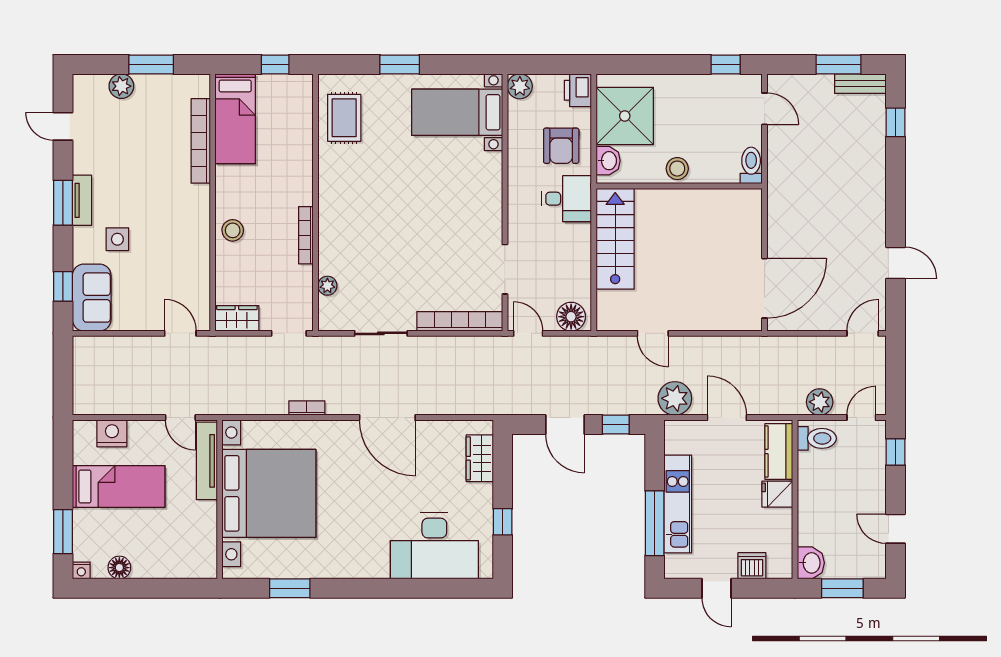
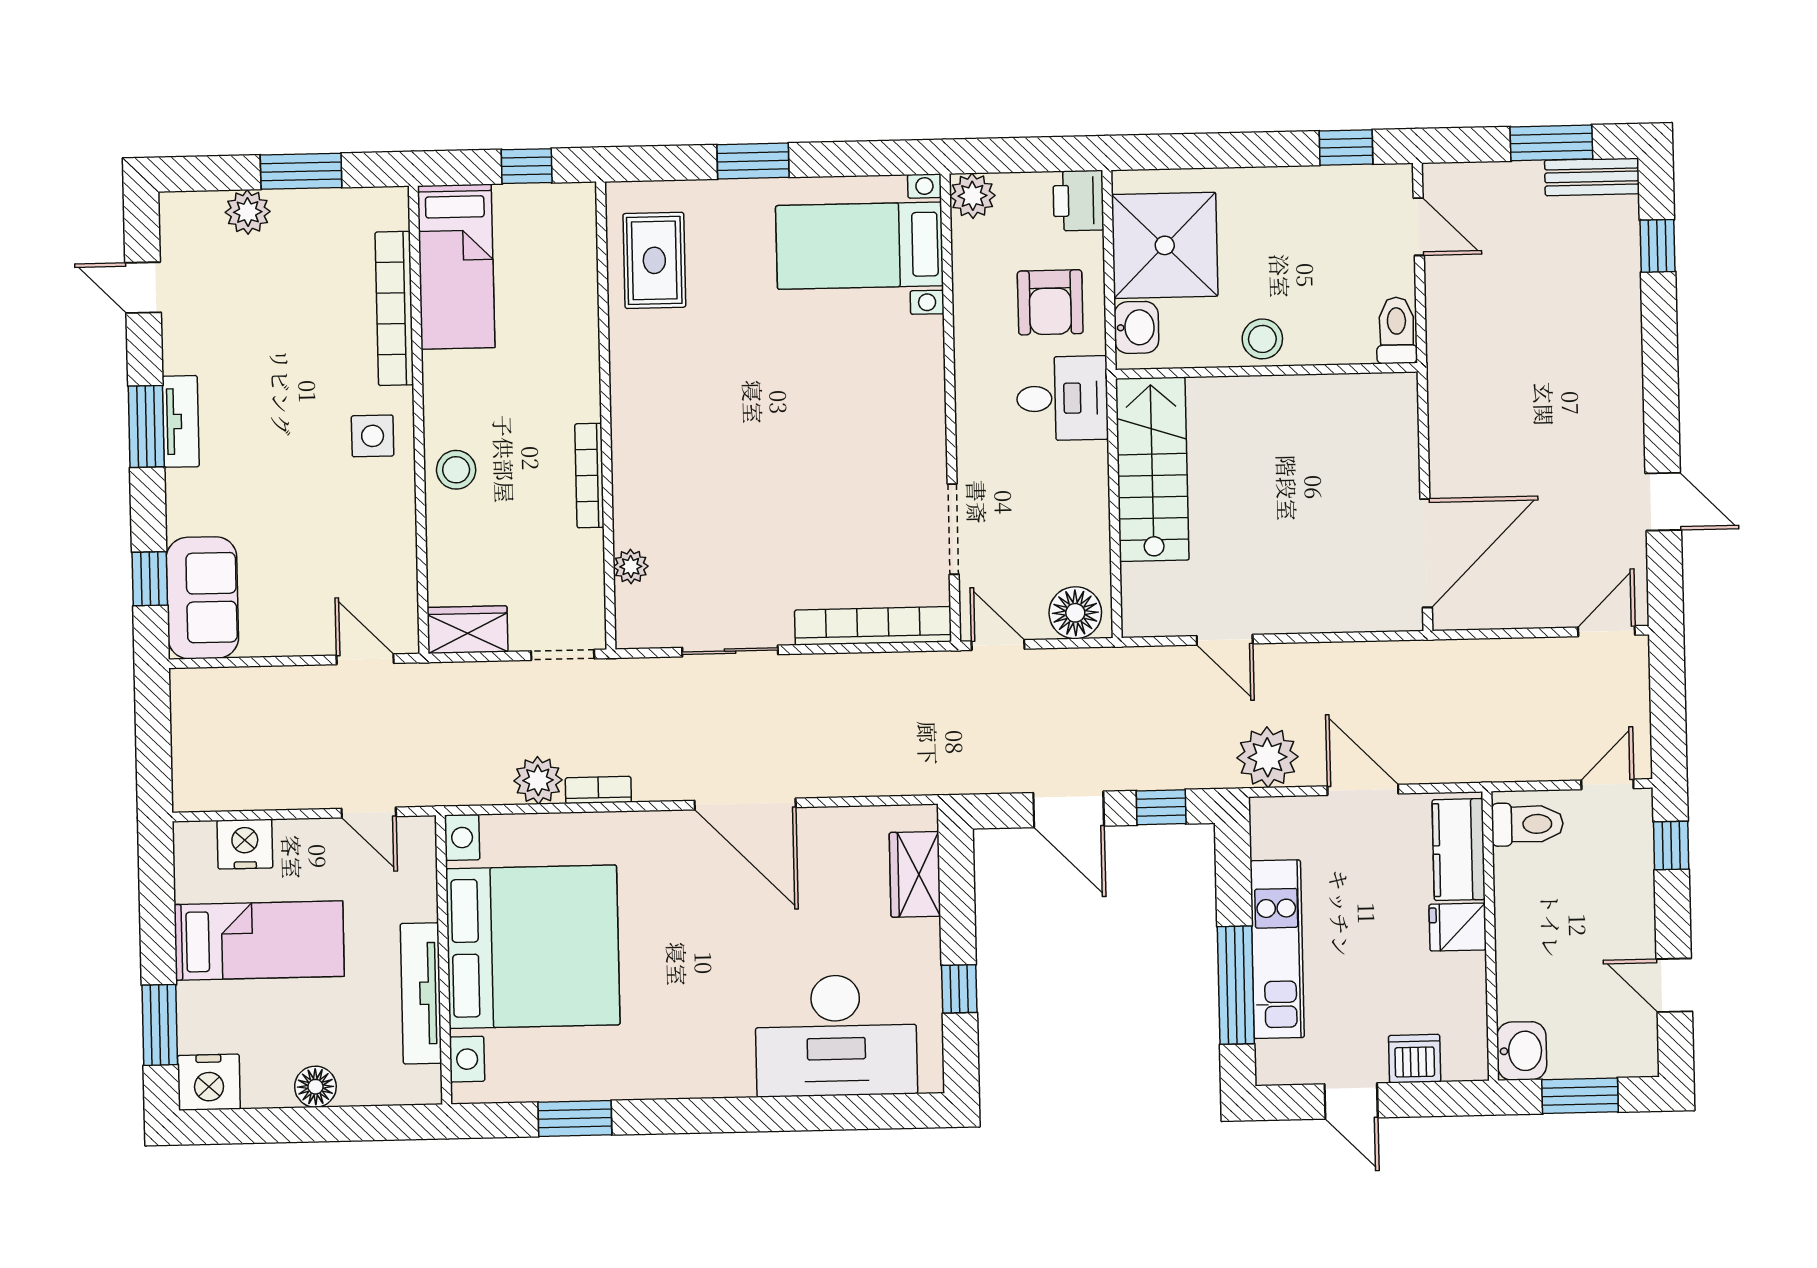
side table: (117, 239) -> (373, 436), moved
plant: (820, 402) -> (538, 780), moved
tv unit: (207, 461) -> (421, 993), moved
floor lamp: (119, 568) -> (315, 1087), moved
nightstand: (81, 570) -> (209, 1082), width x1.89, depth x1.79

